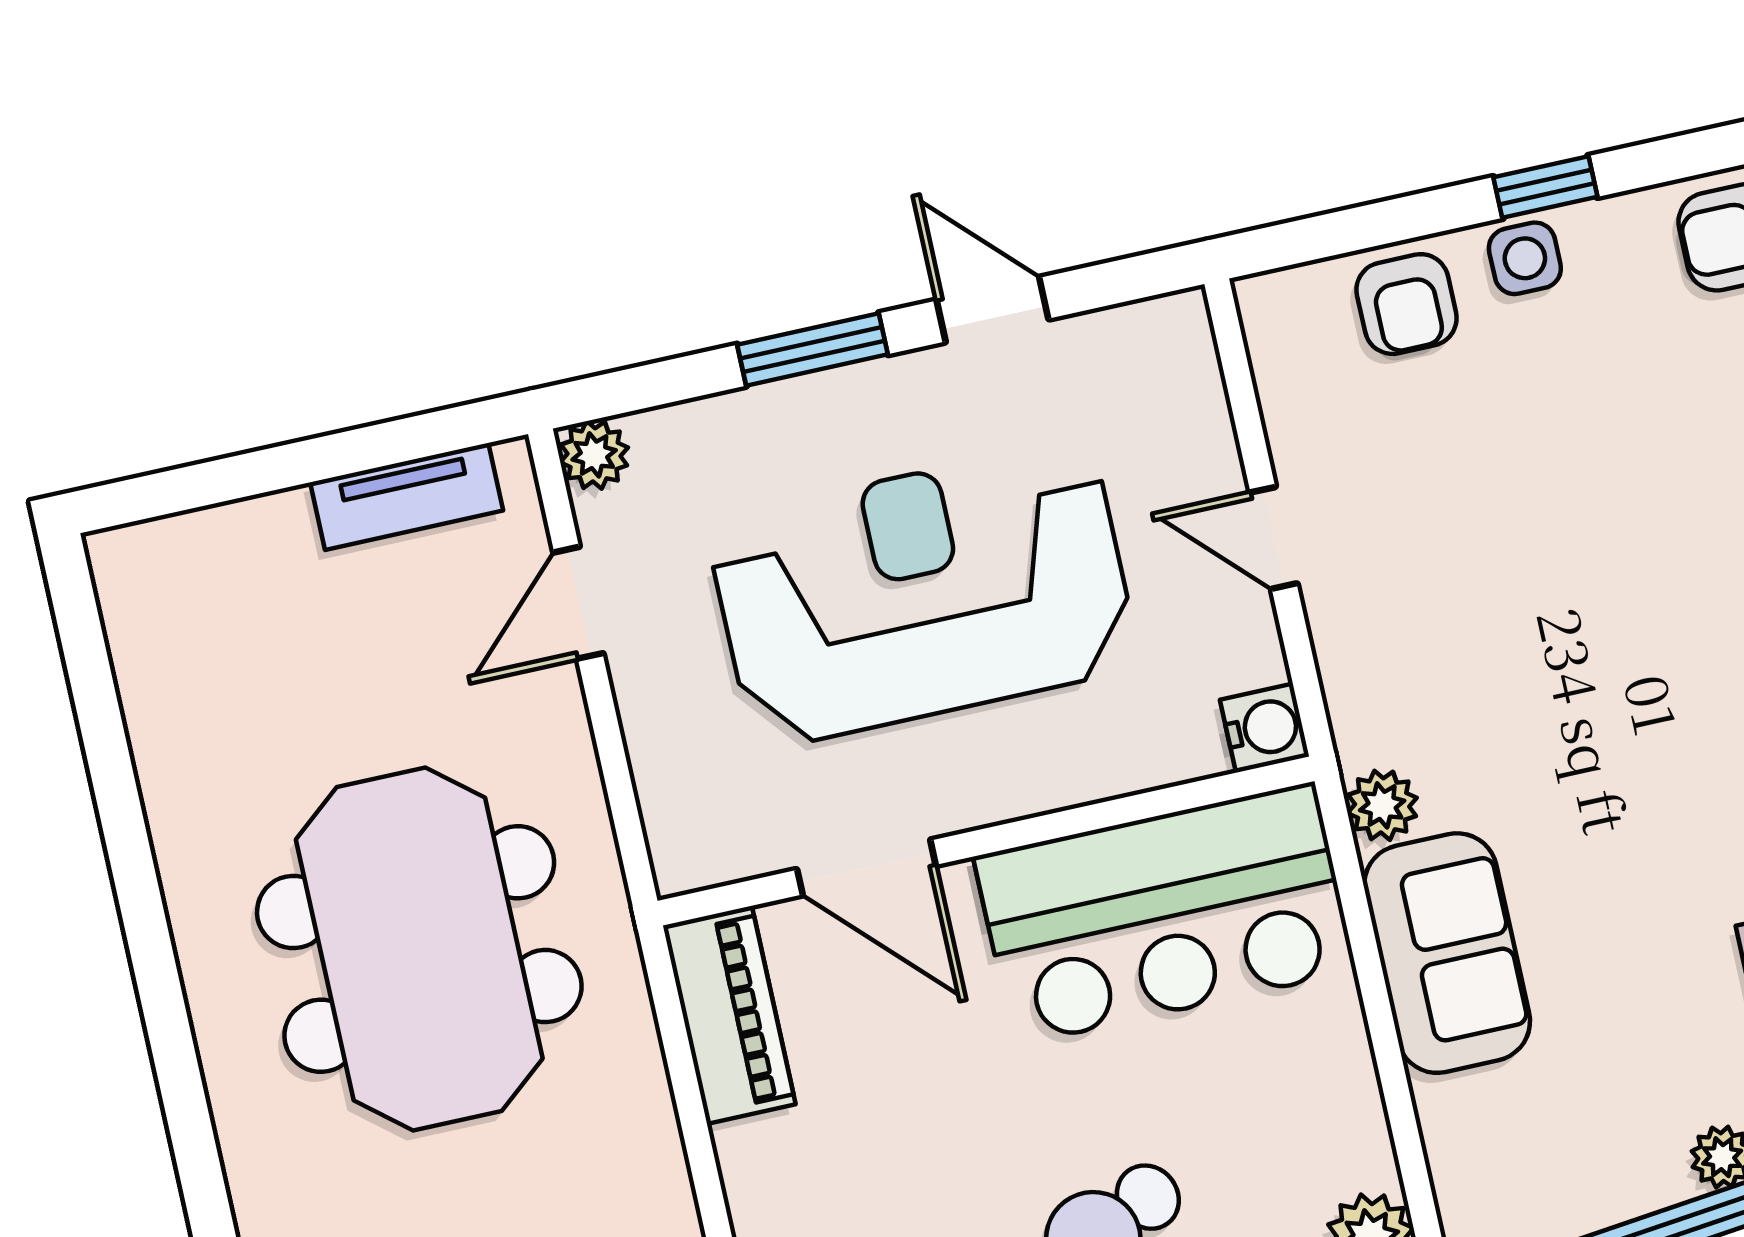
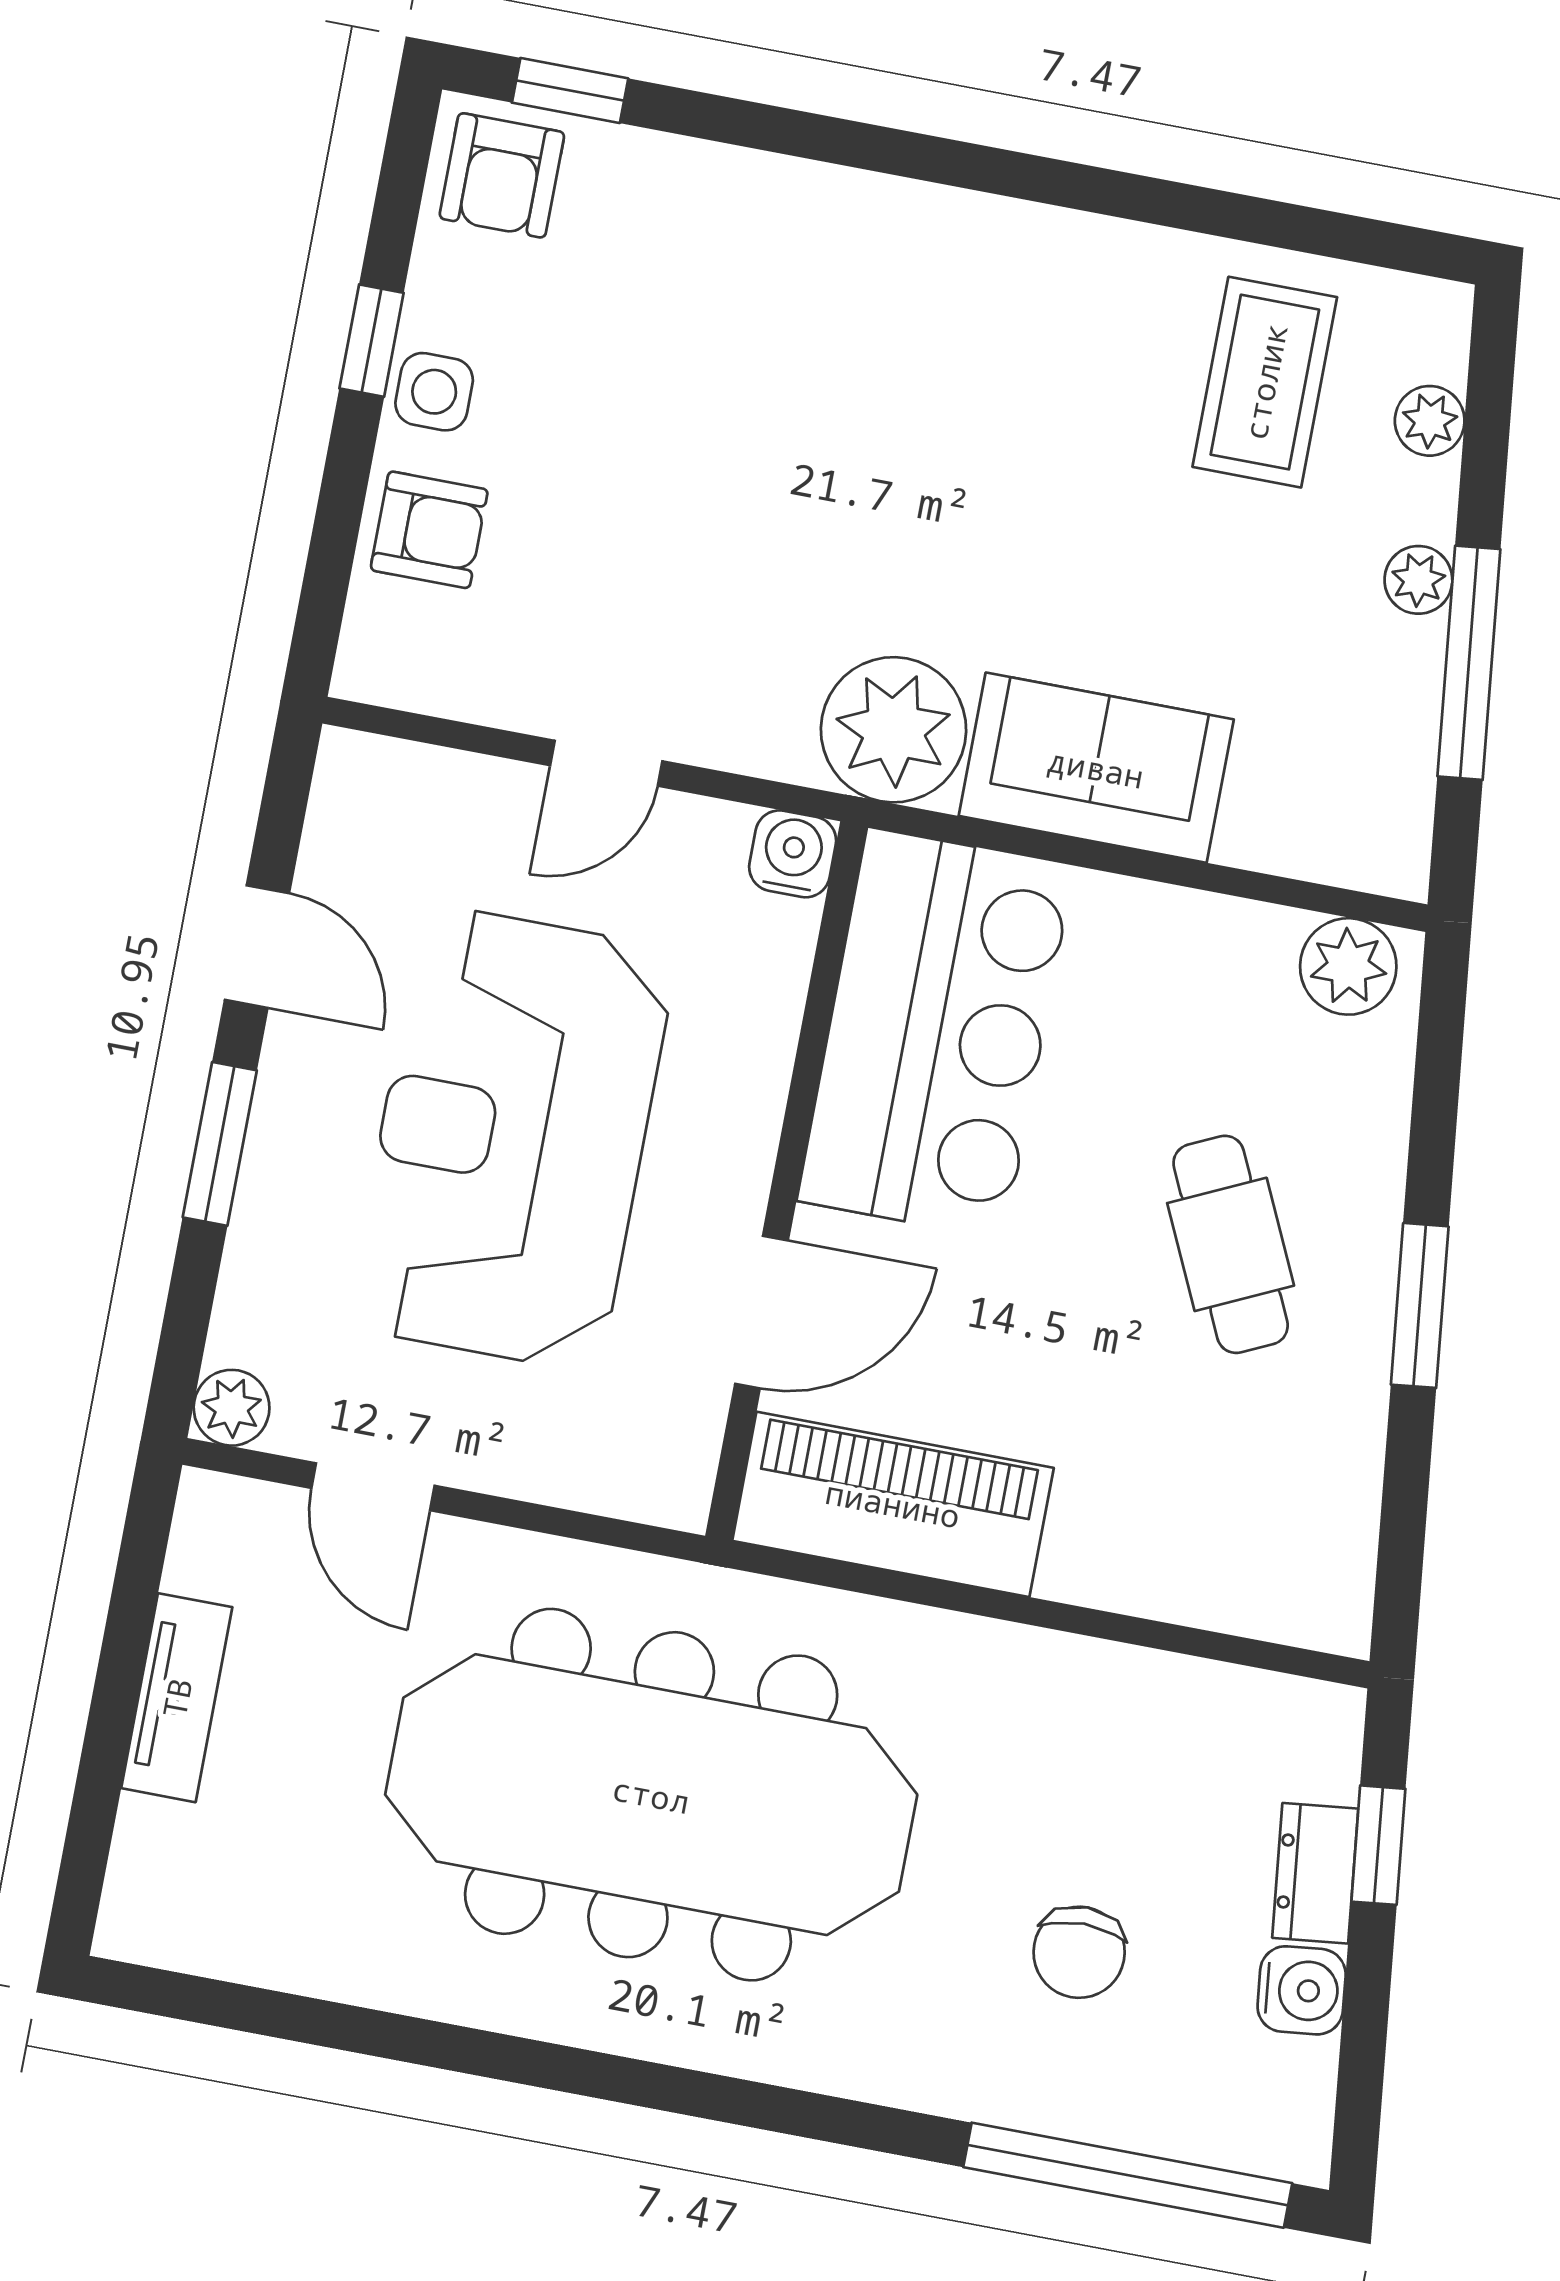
door: (992, 310) -> (257, 947), swing flipped
tv unit: (407, 496) -> (177, 1698), moved
plant: (1382, 805) -> (894, 730), width x1.88, depth x1.88
meeting table: (419, 949) -> (651, 1795), width x1.36
piano: (729, 1015) -> (893, 1504), width x1.37, depth x1.33

